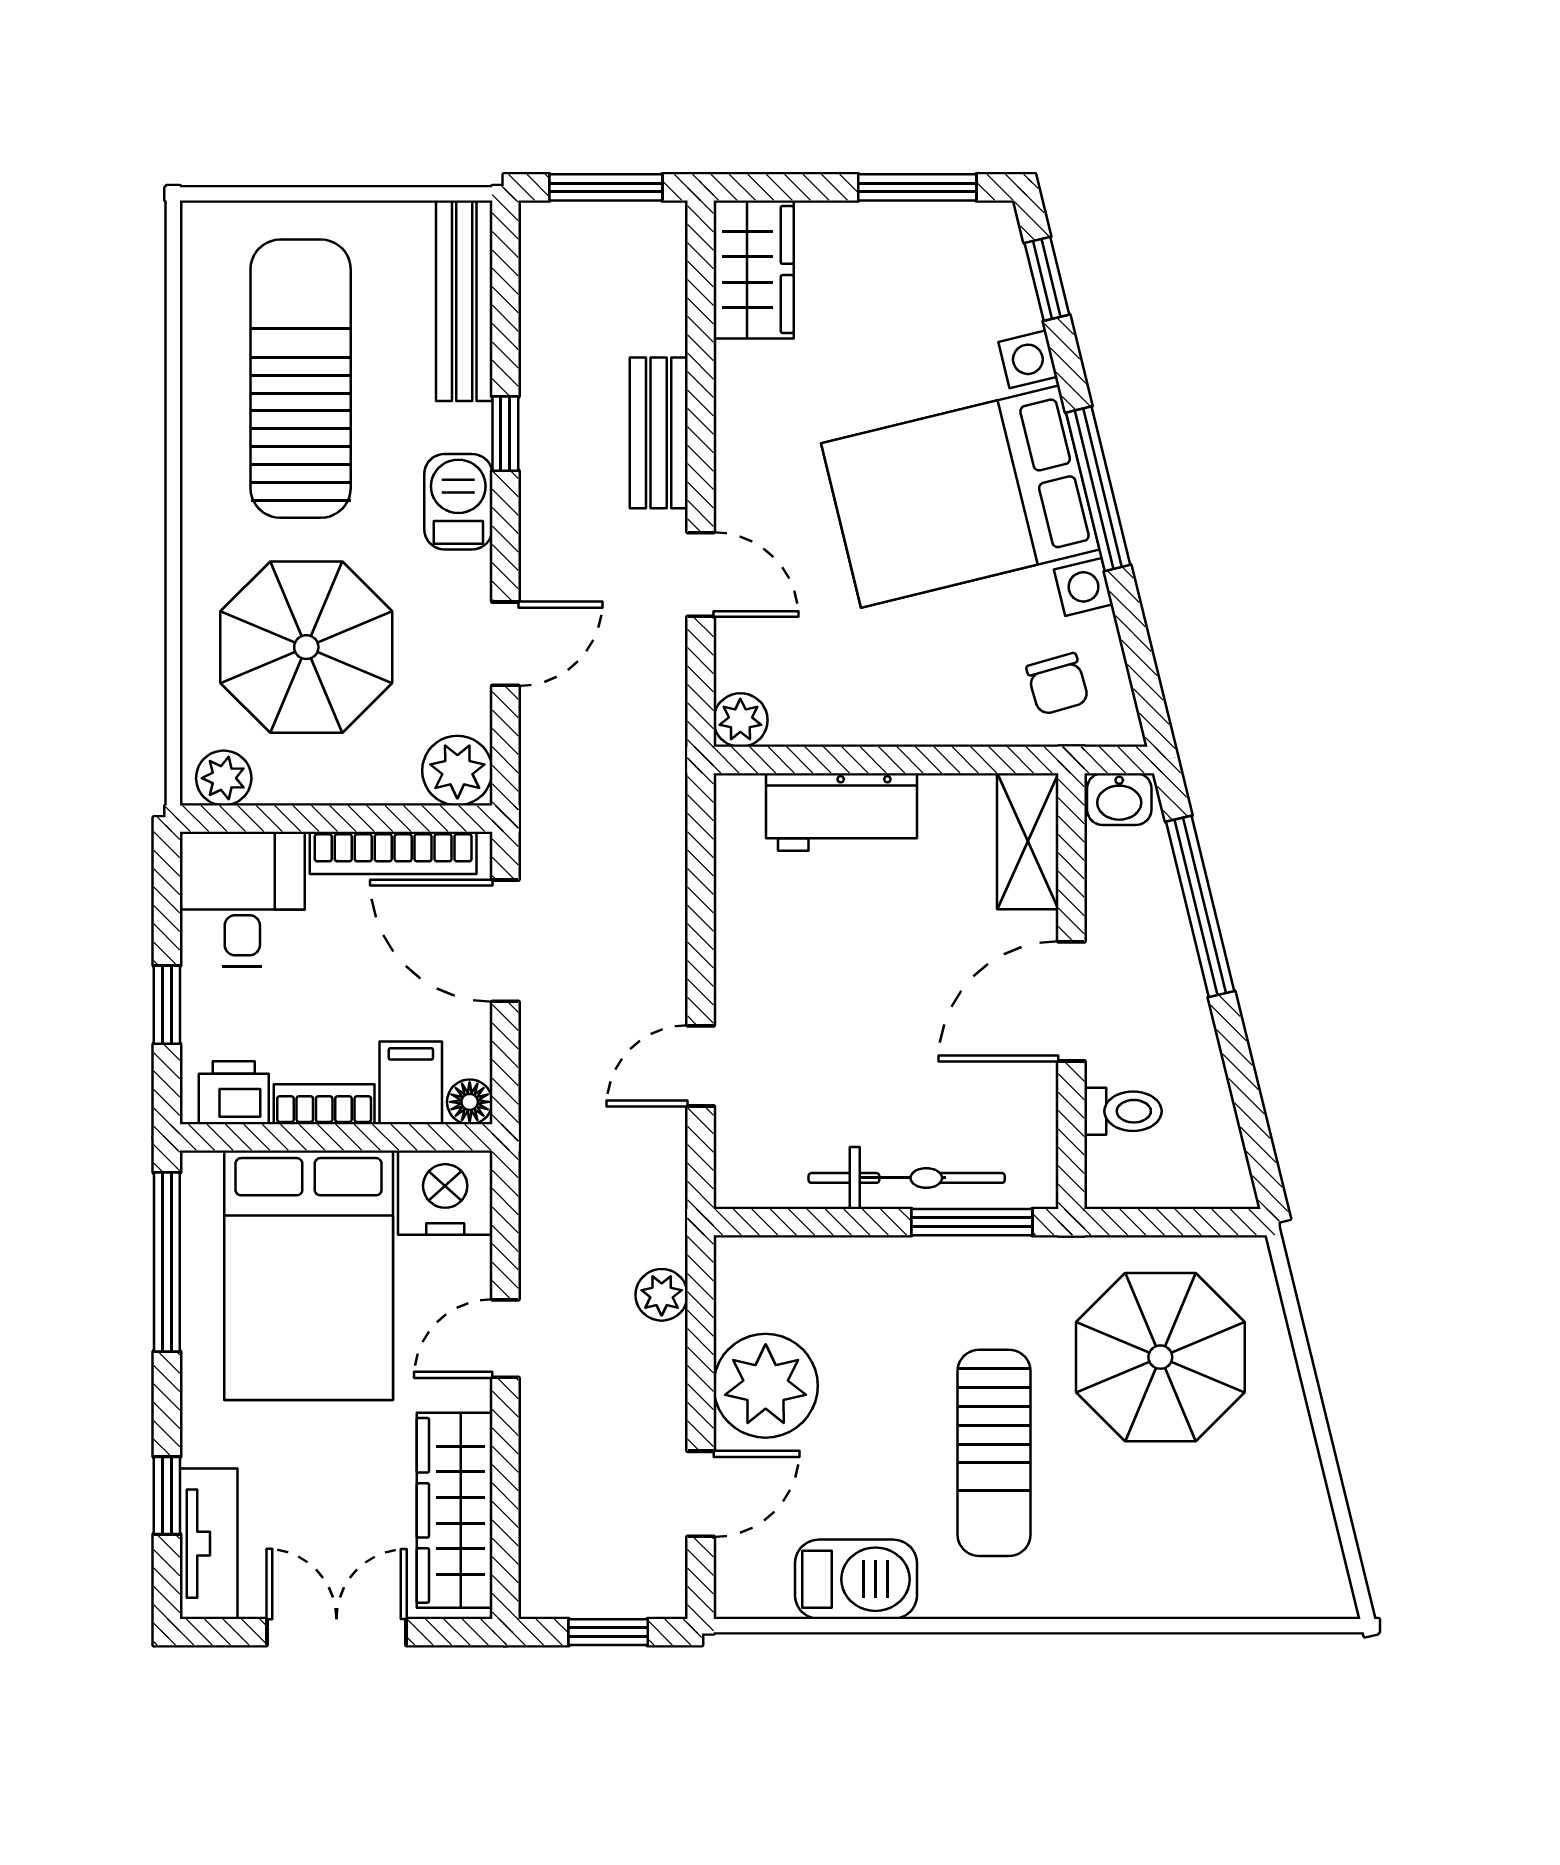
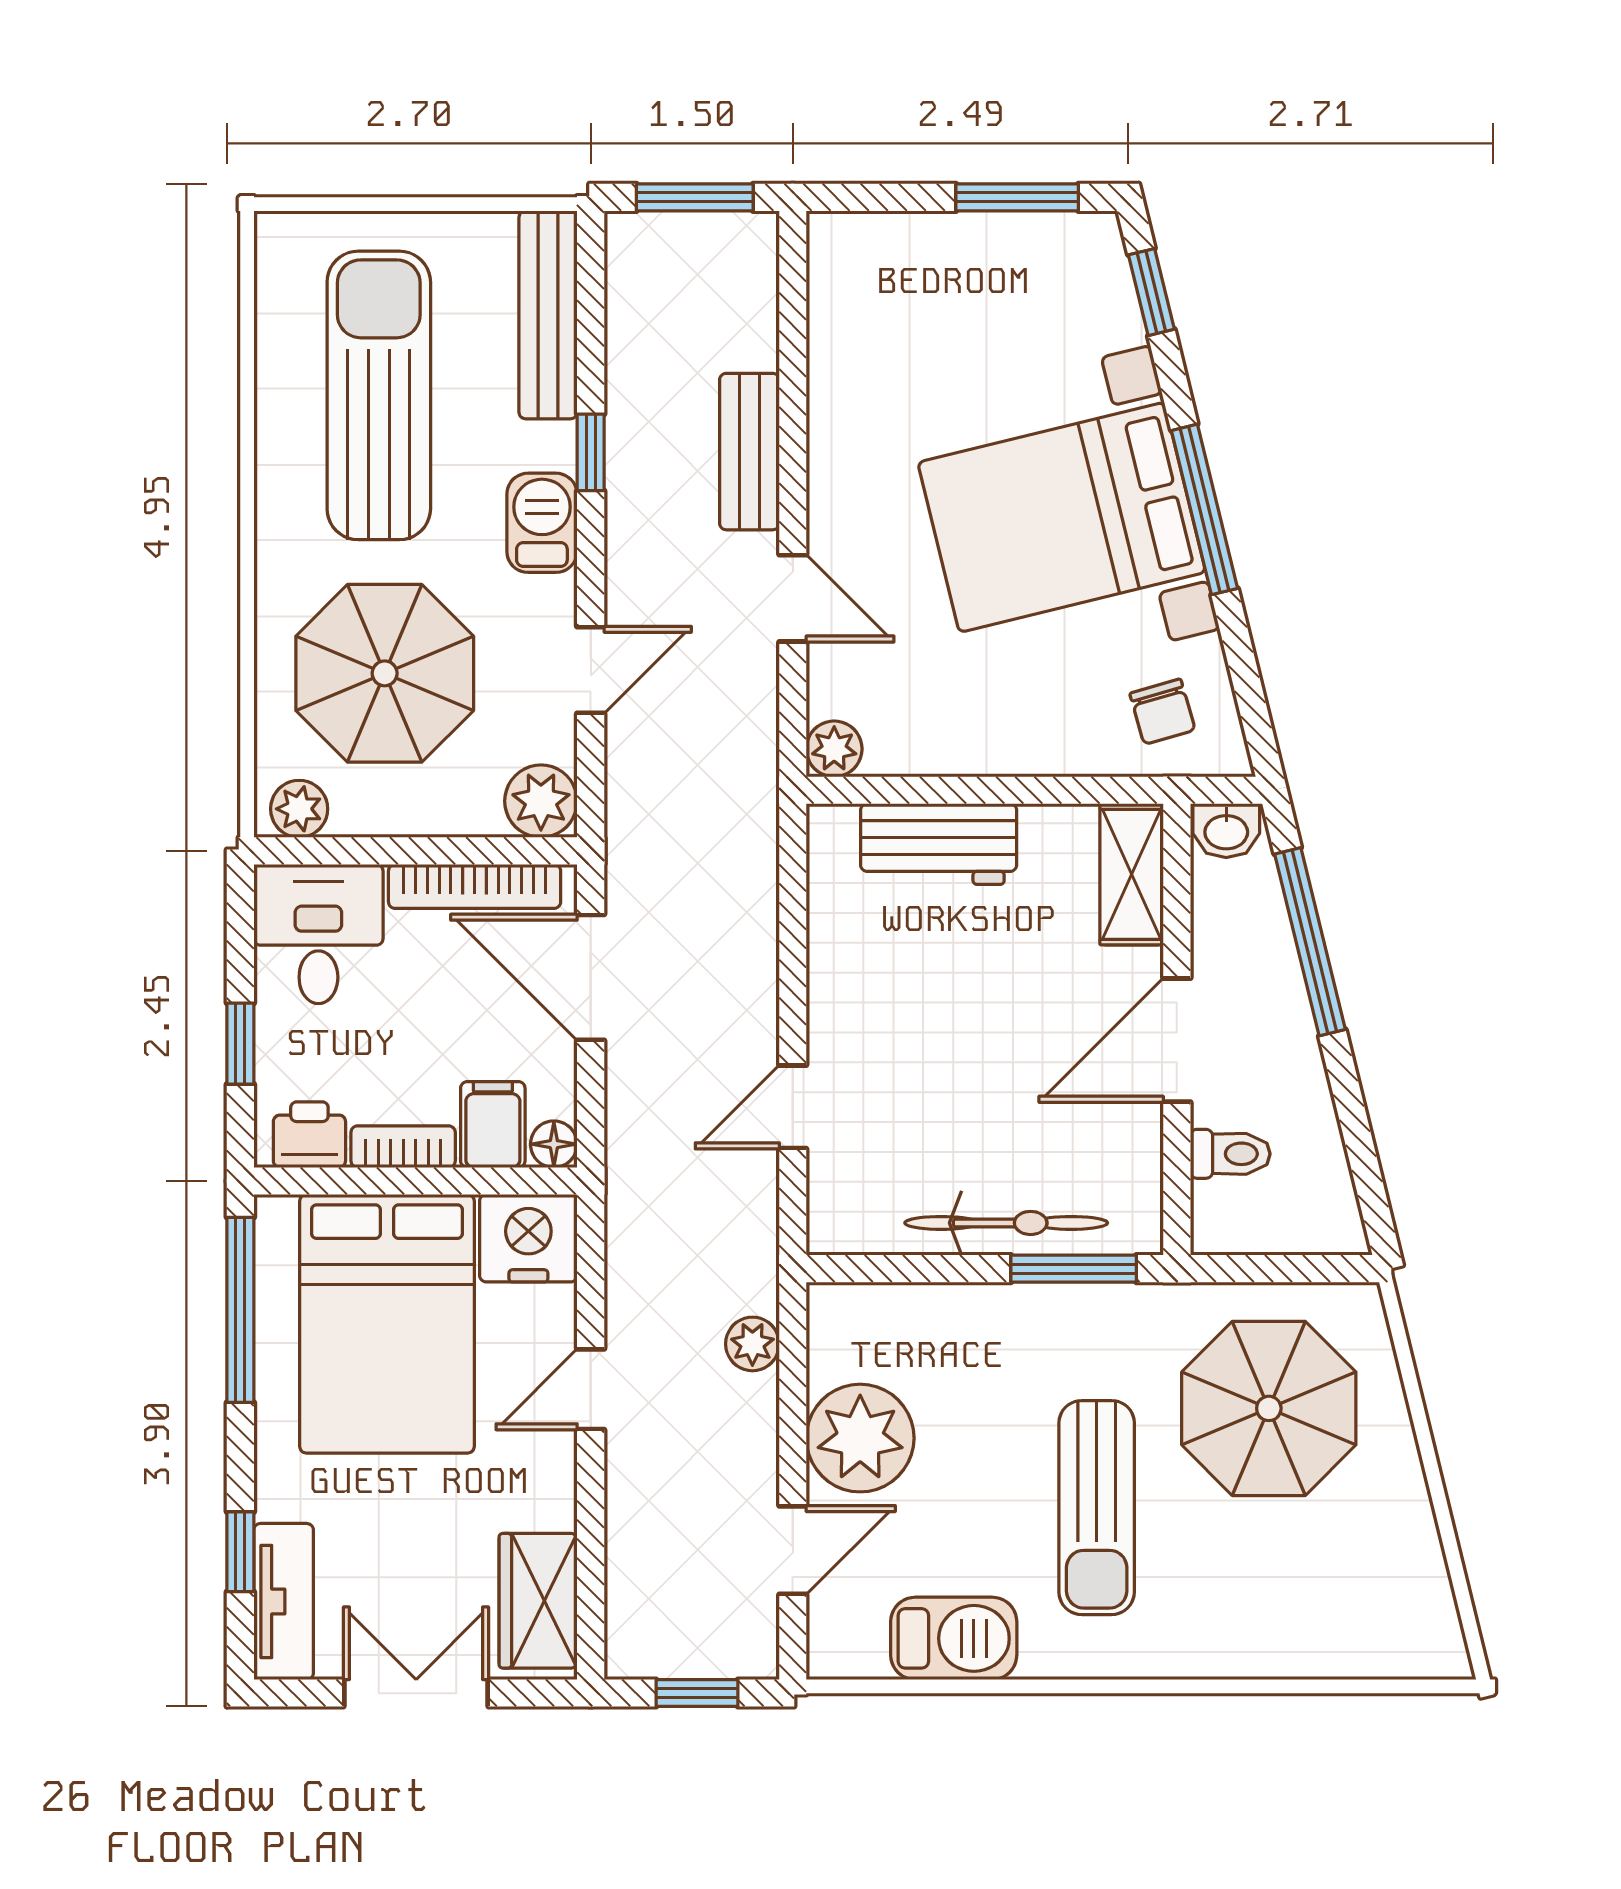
wardrobe: (754, 269) -> (848, 282), removed
wardrobe: (455, 1510) -> (538, 1601), width x0.67

